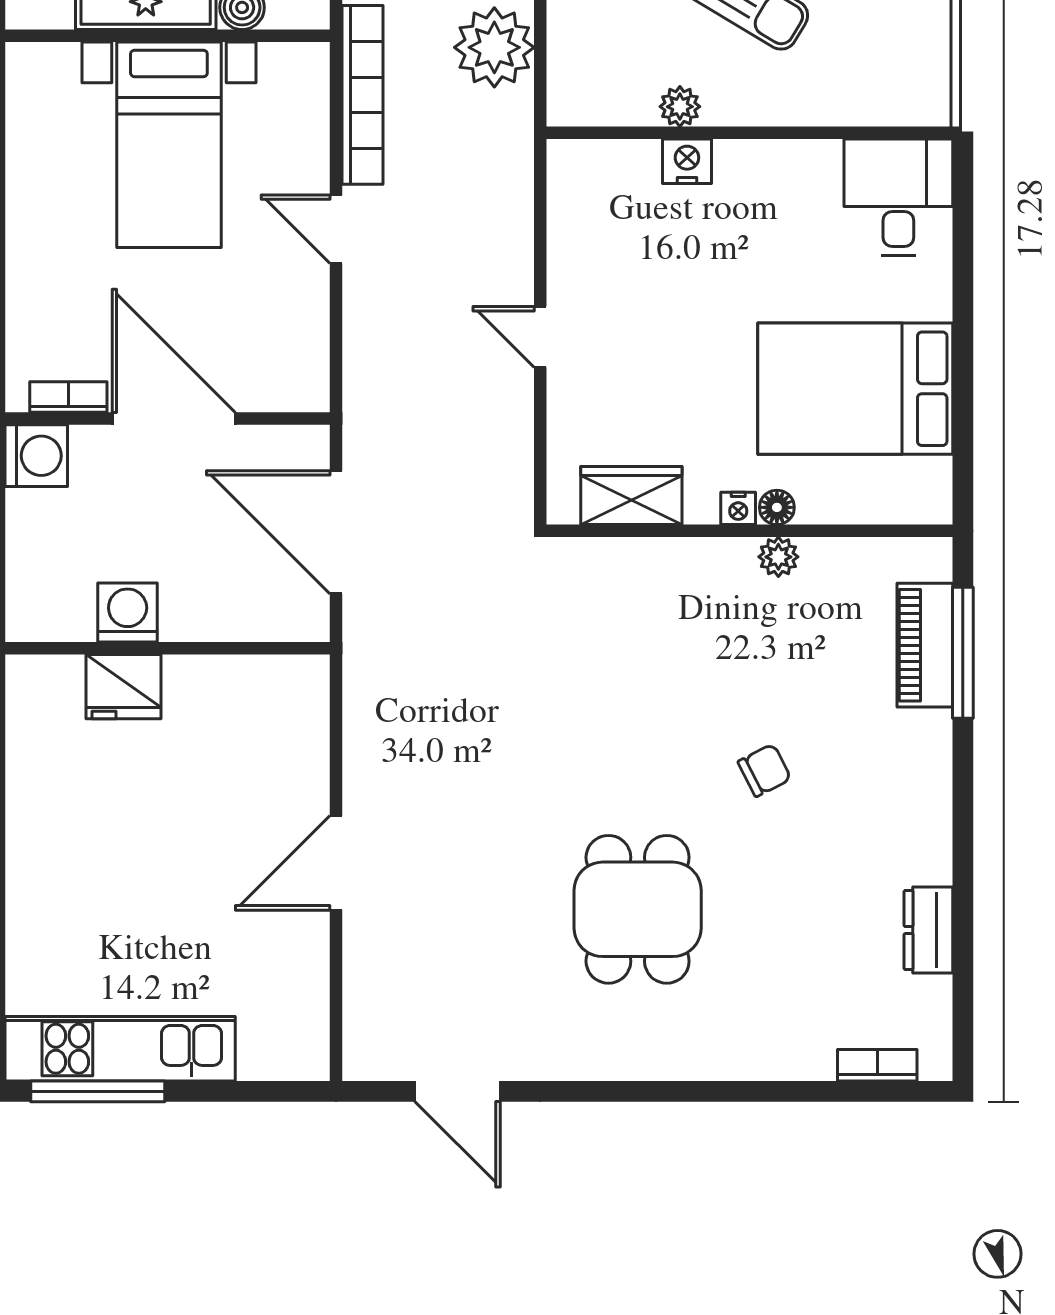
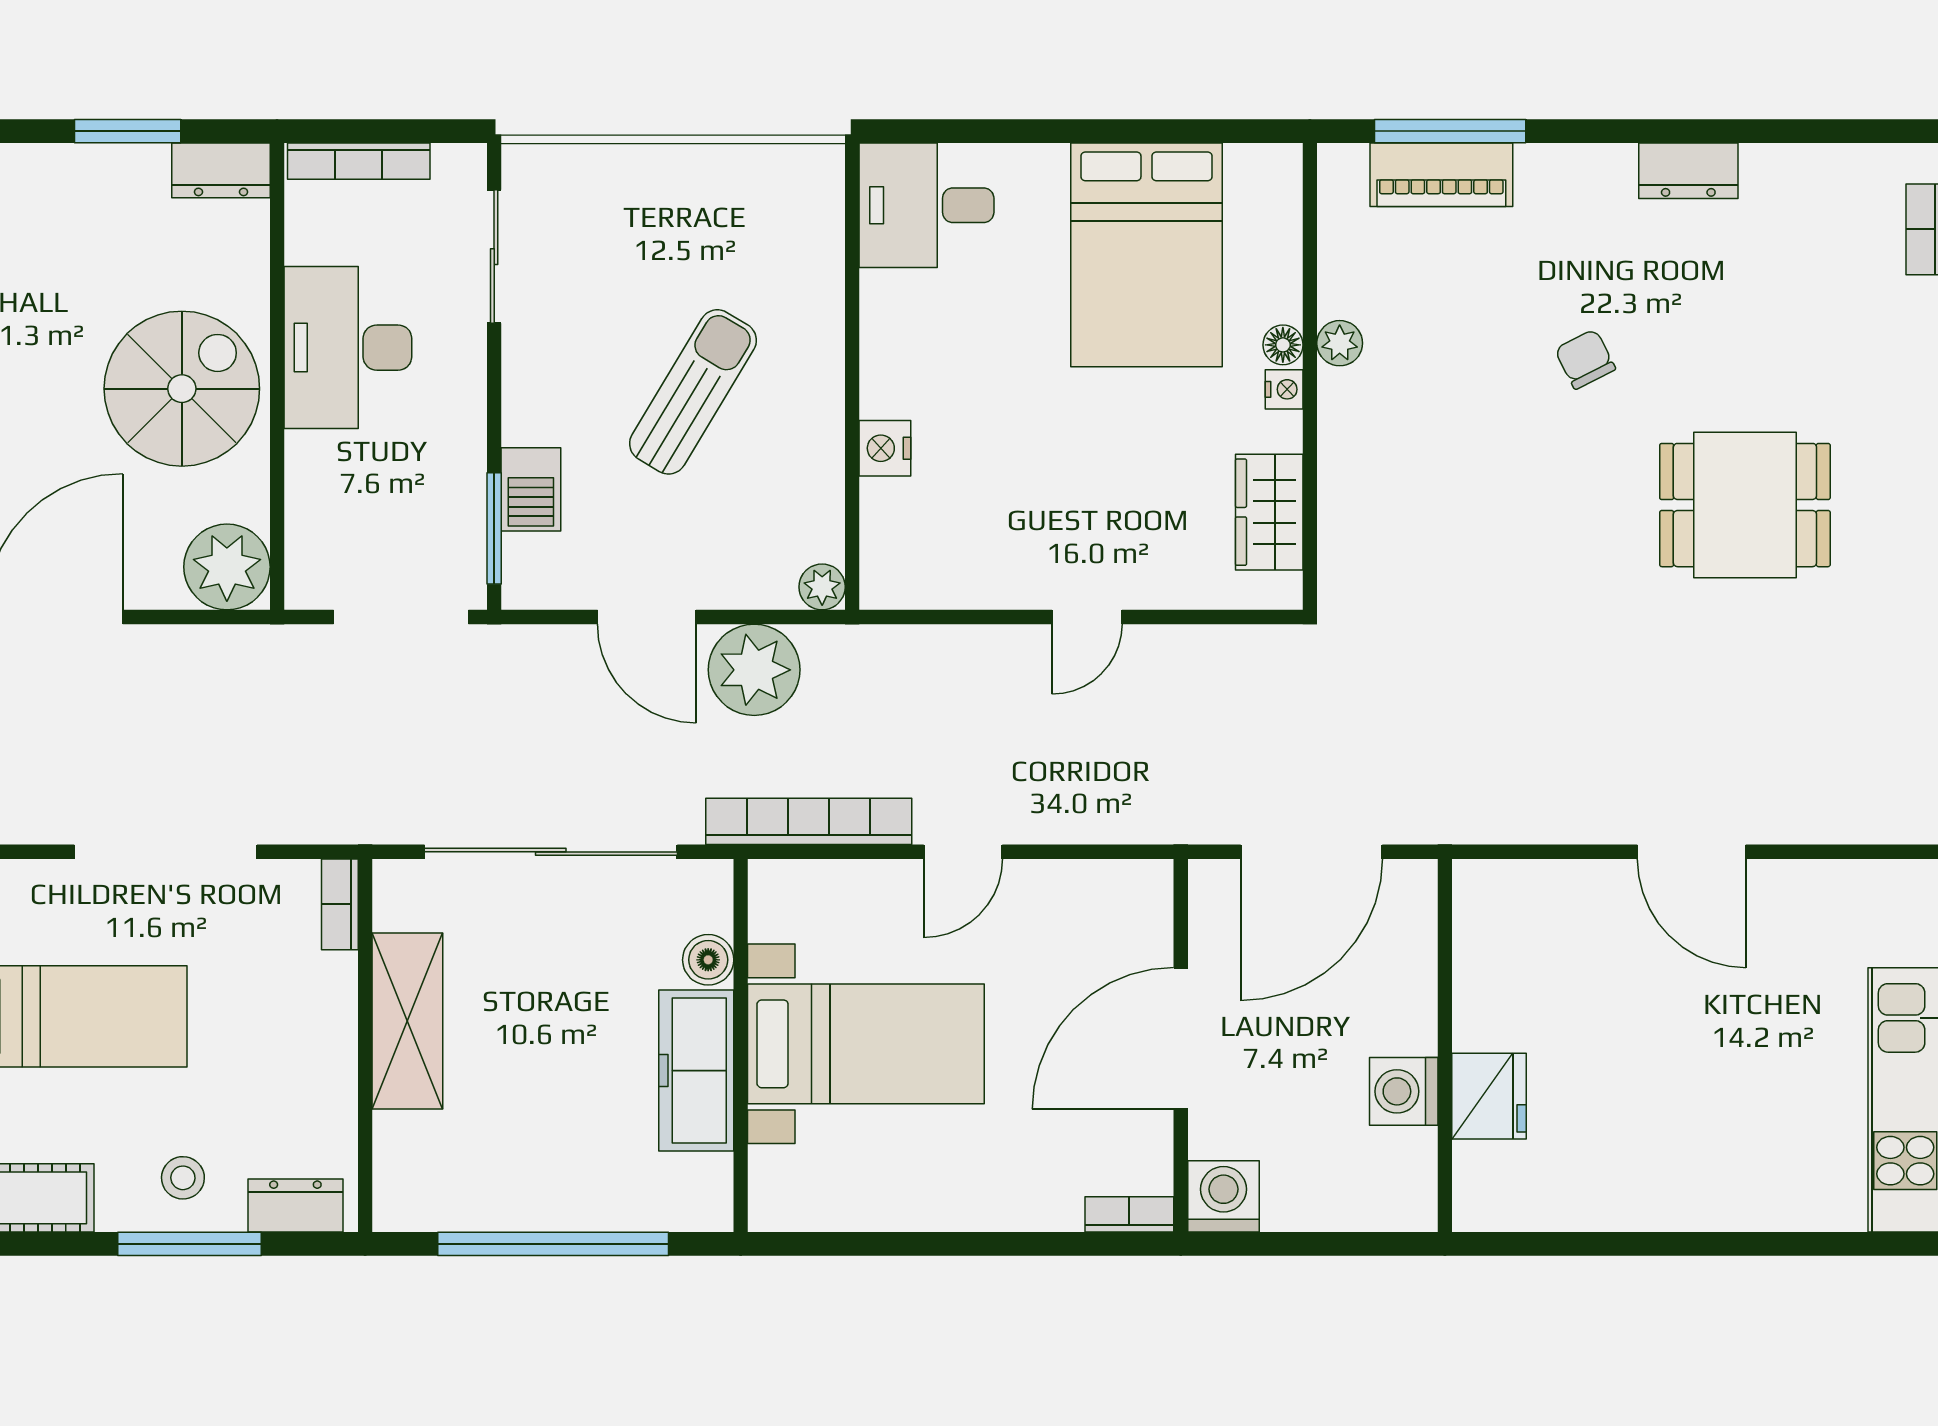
plant: (680, 107) -> (822, 587), moved
bookcase: (68, 397) -> (1129, 1214), moved, turned 90
dresser: (928, 930) -> (1688, 171), moved

